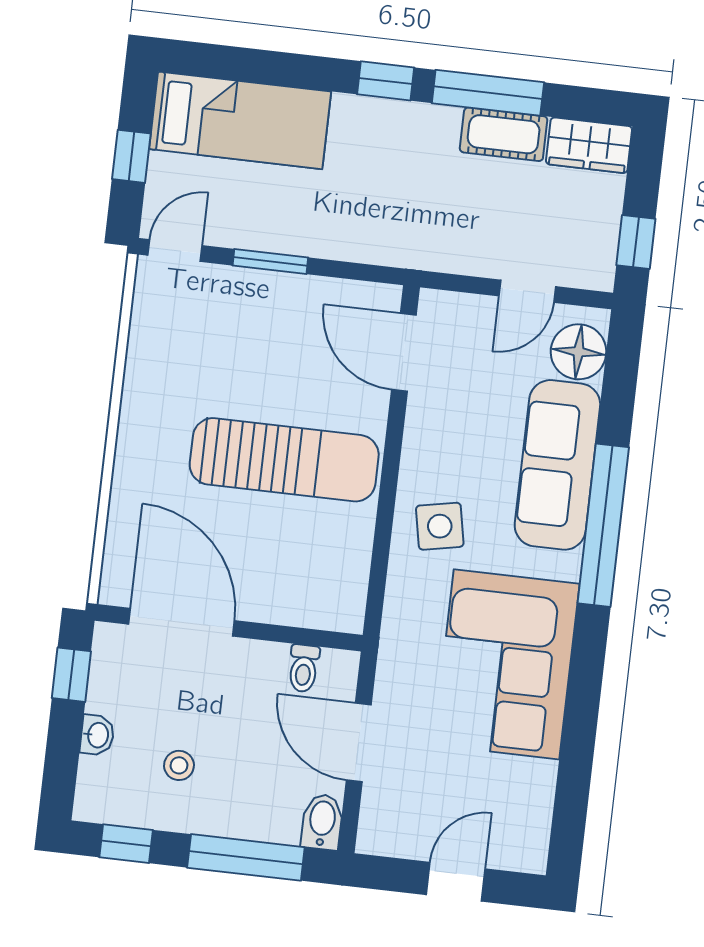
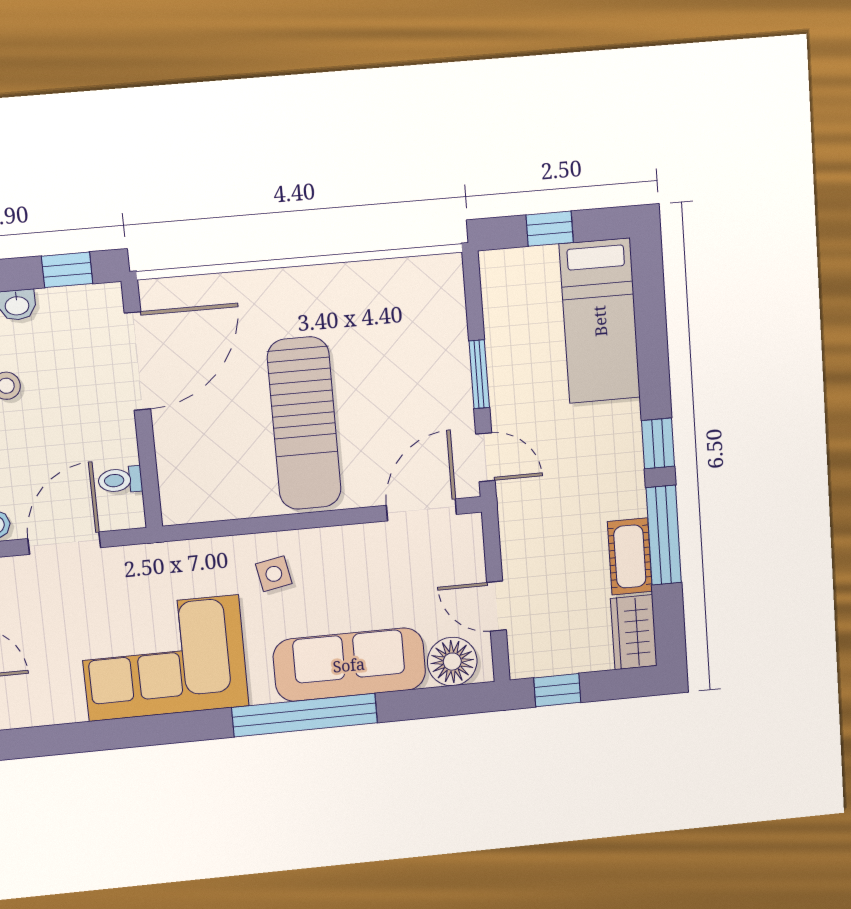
door: (175, 250) -> (485, 457), moved
side table: (440, 526) -> (274, 574), width x0.73, depth x0.73

